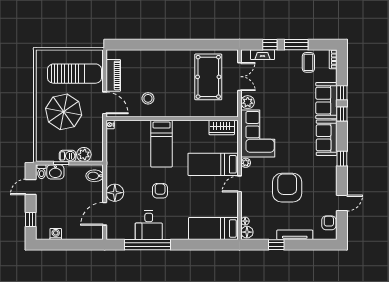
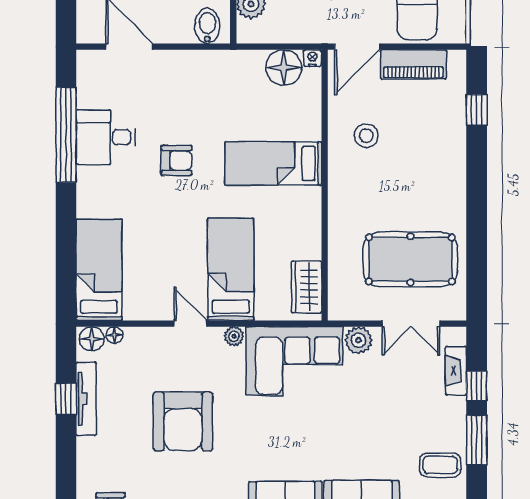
window: (135, 45) -> (477, 110), added
armchair: (287, 188) -> (183, 421), turned 90
floor lamp: (115, 193) -> (284, 68), moved
tv unit: (295, 235) -> (86, 399), moved

